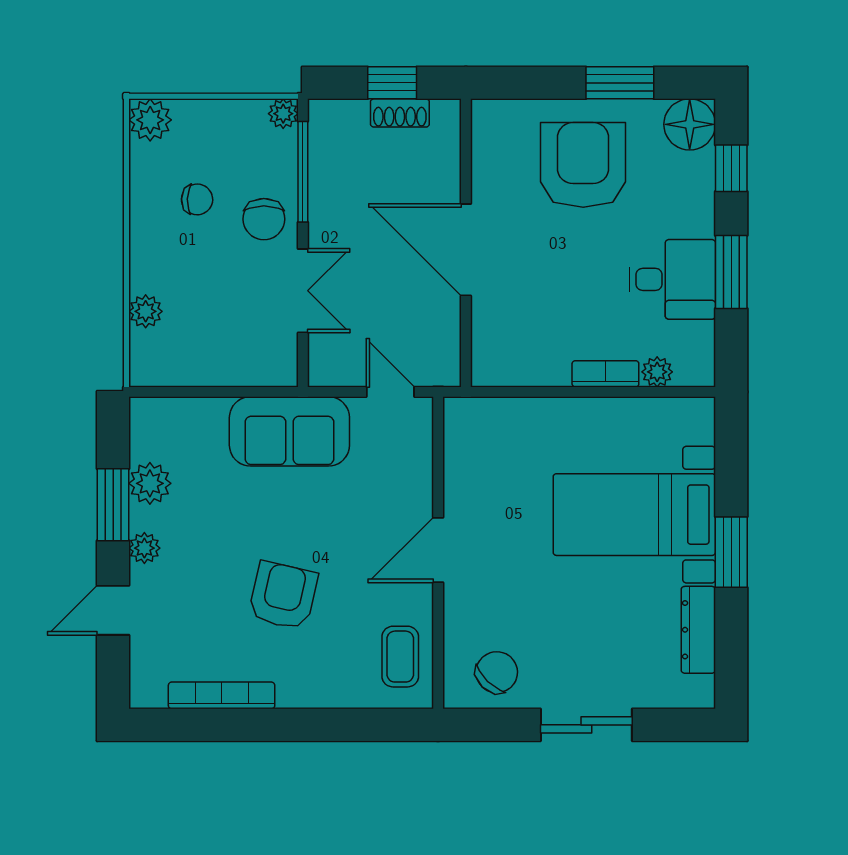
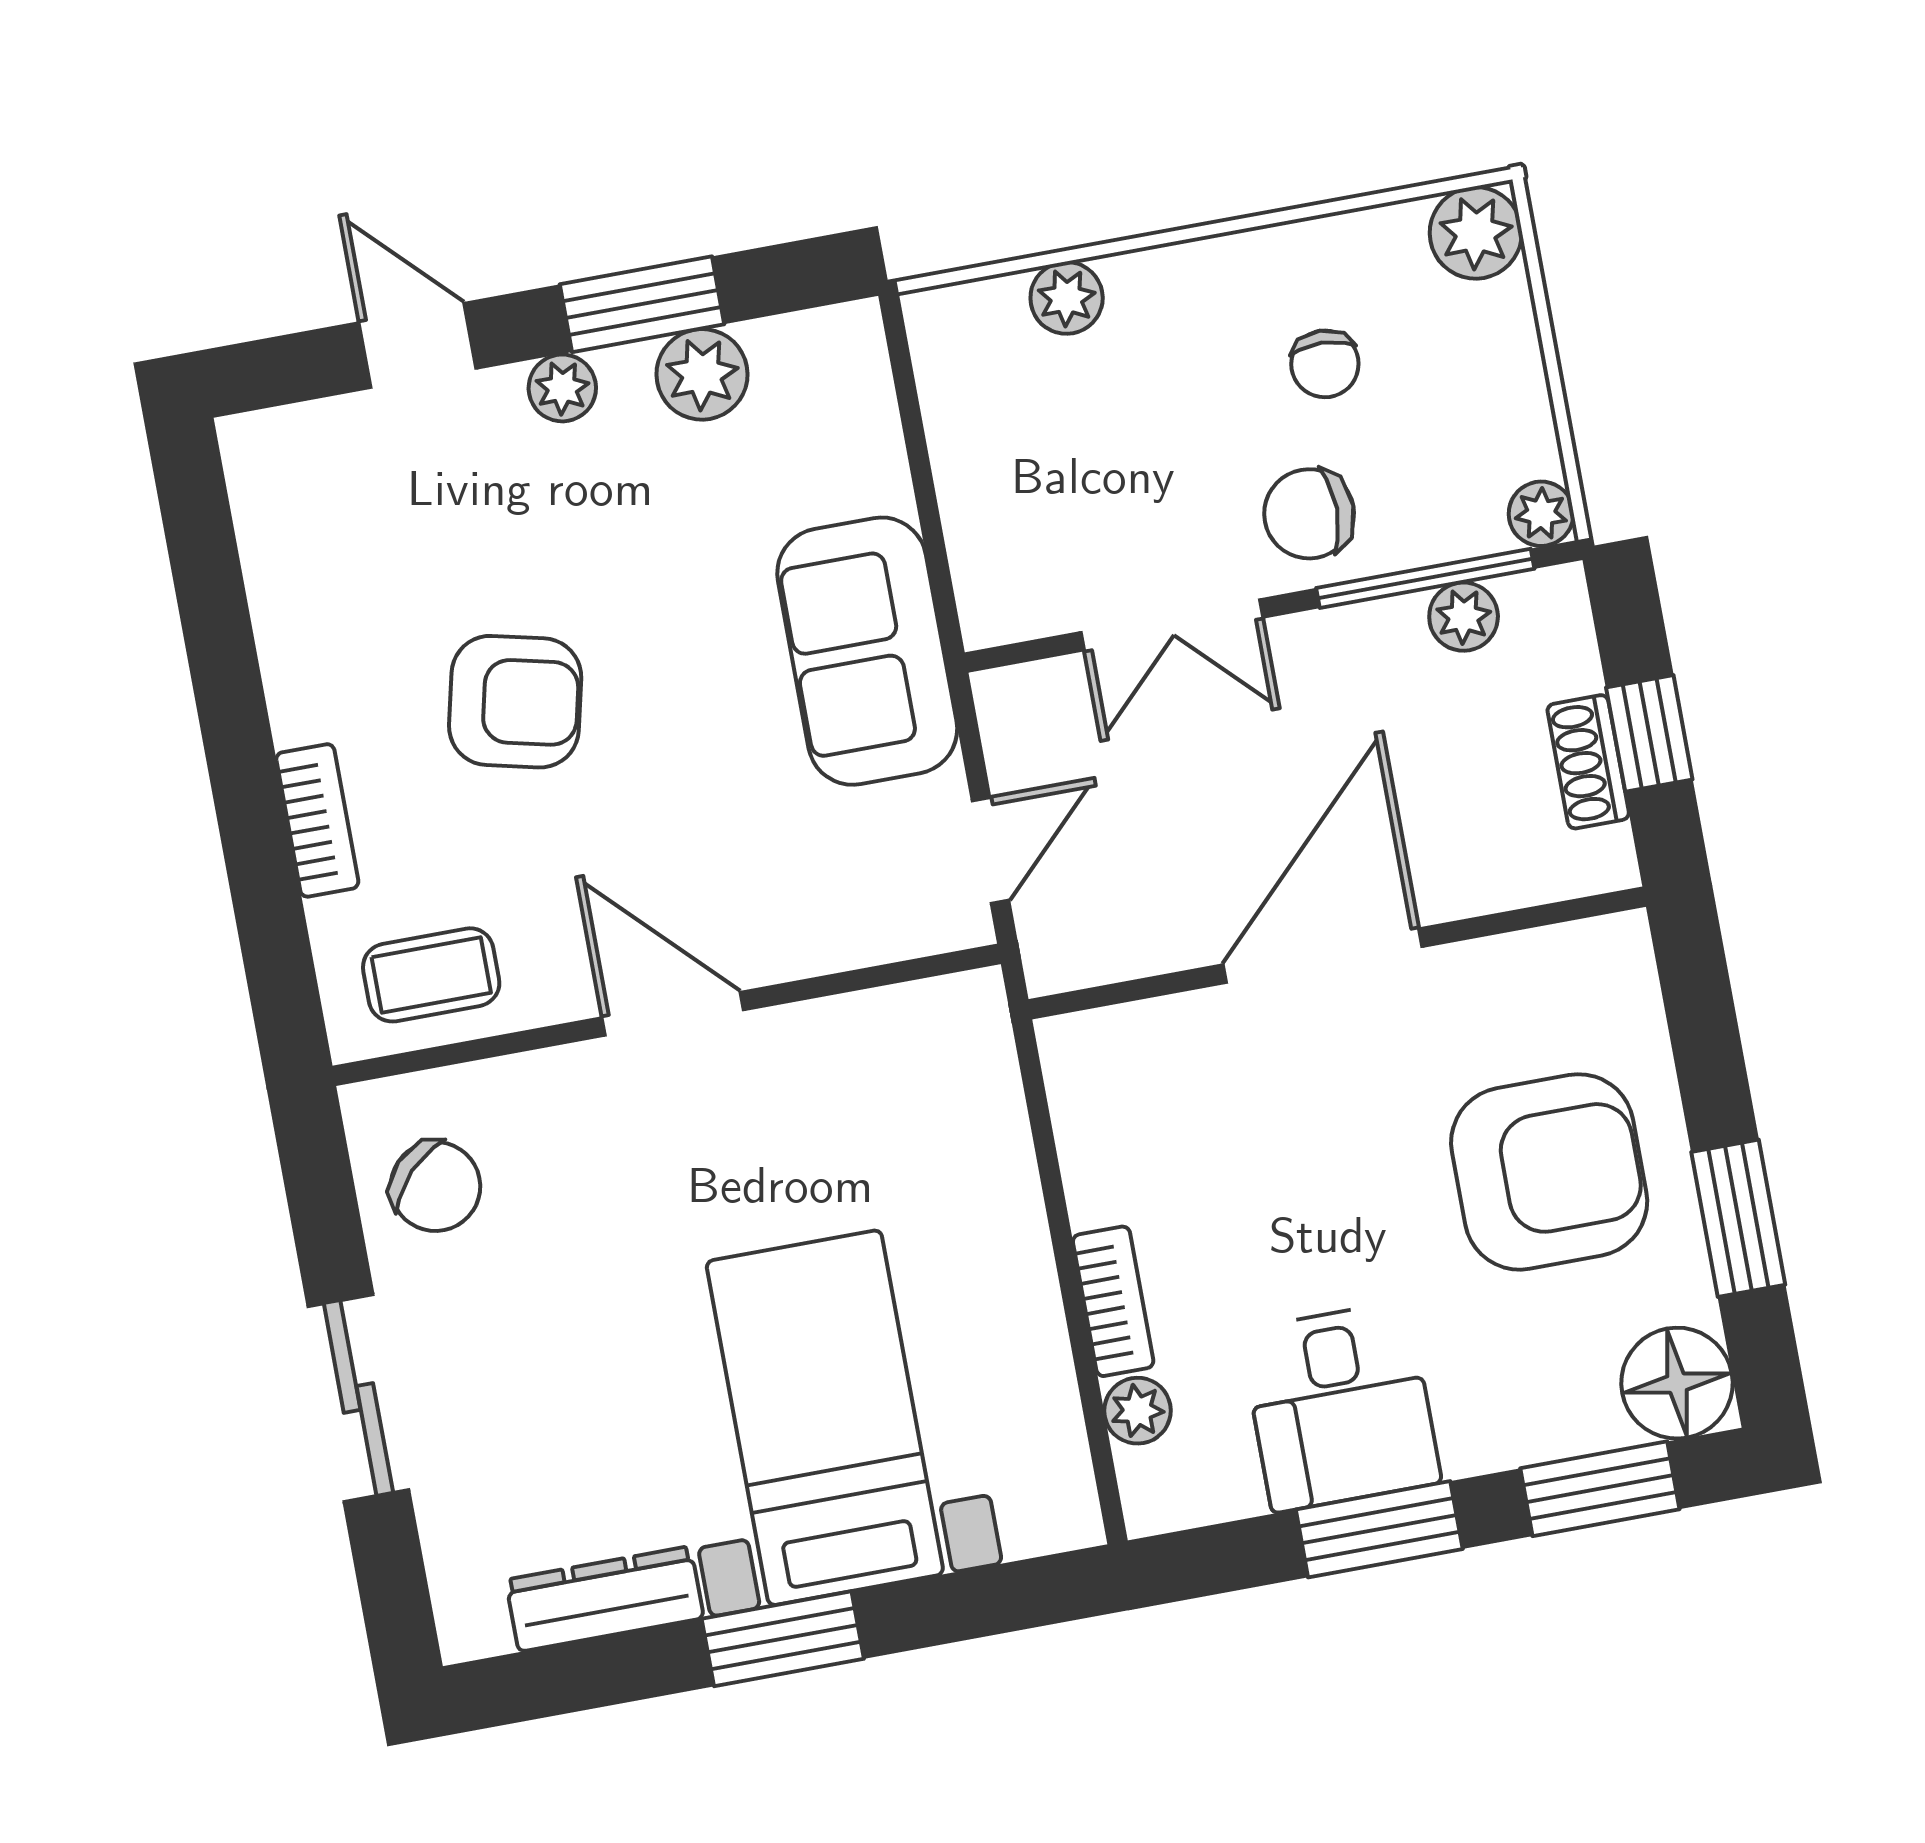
plant: (324, 157) -> (1464, 617), added
window: (731, 168) -> (1600, 1489), width x1.50
bookcase: (222, 695) -> (317, 820), moved, width x0.64

